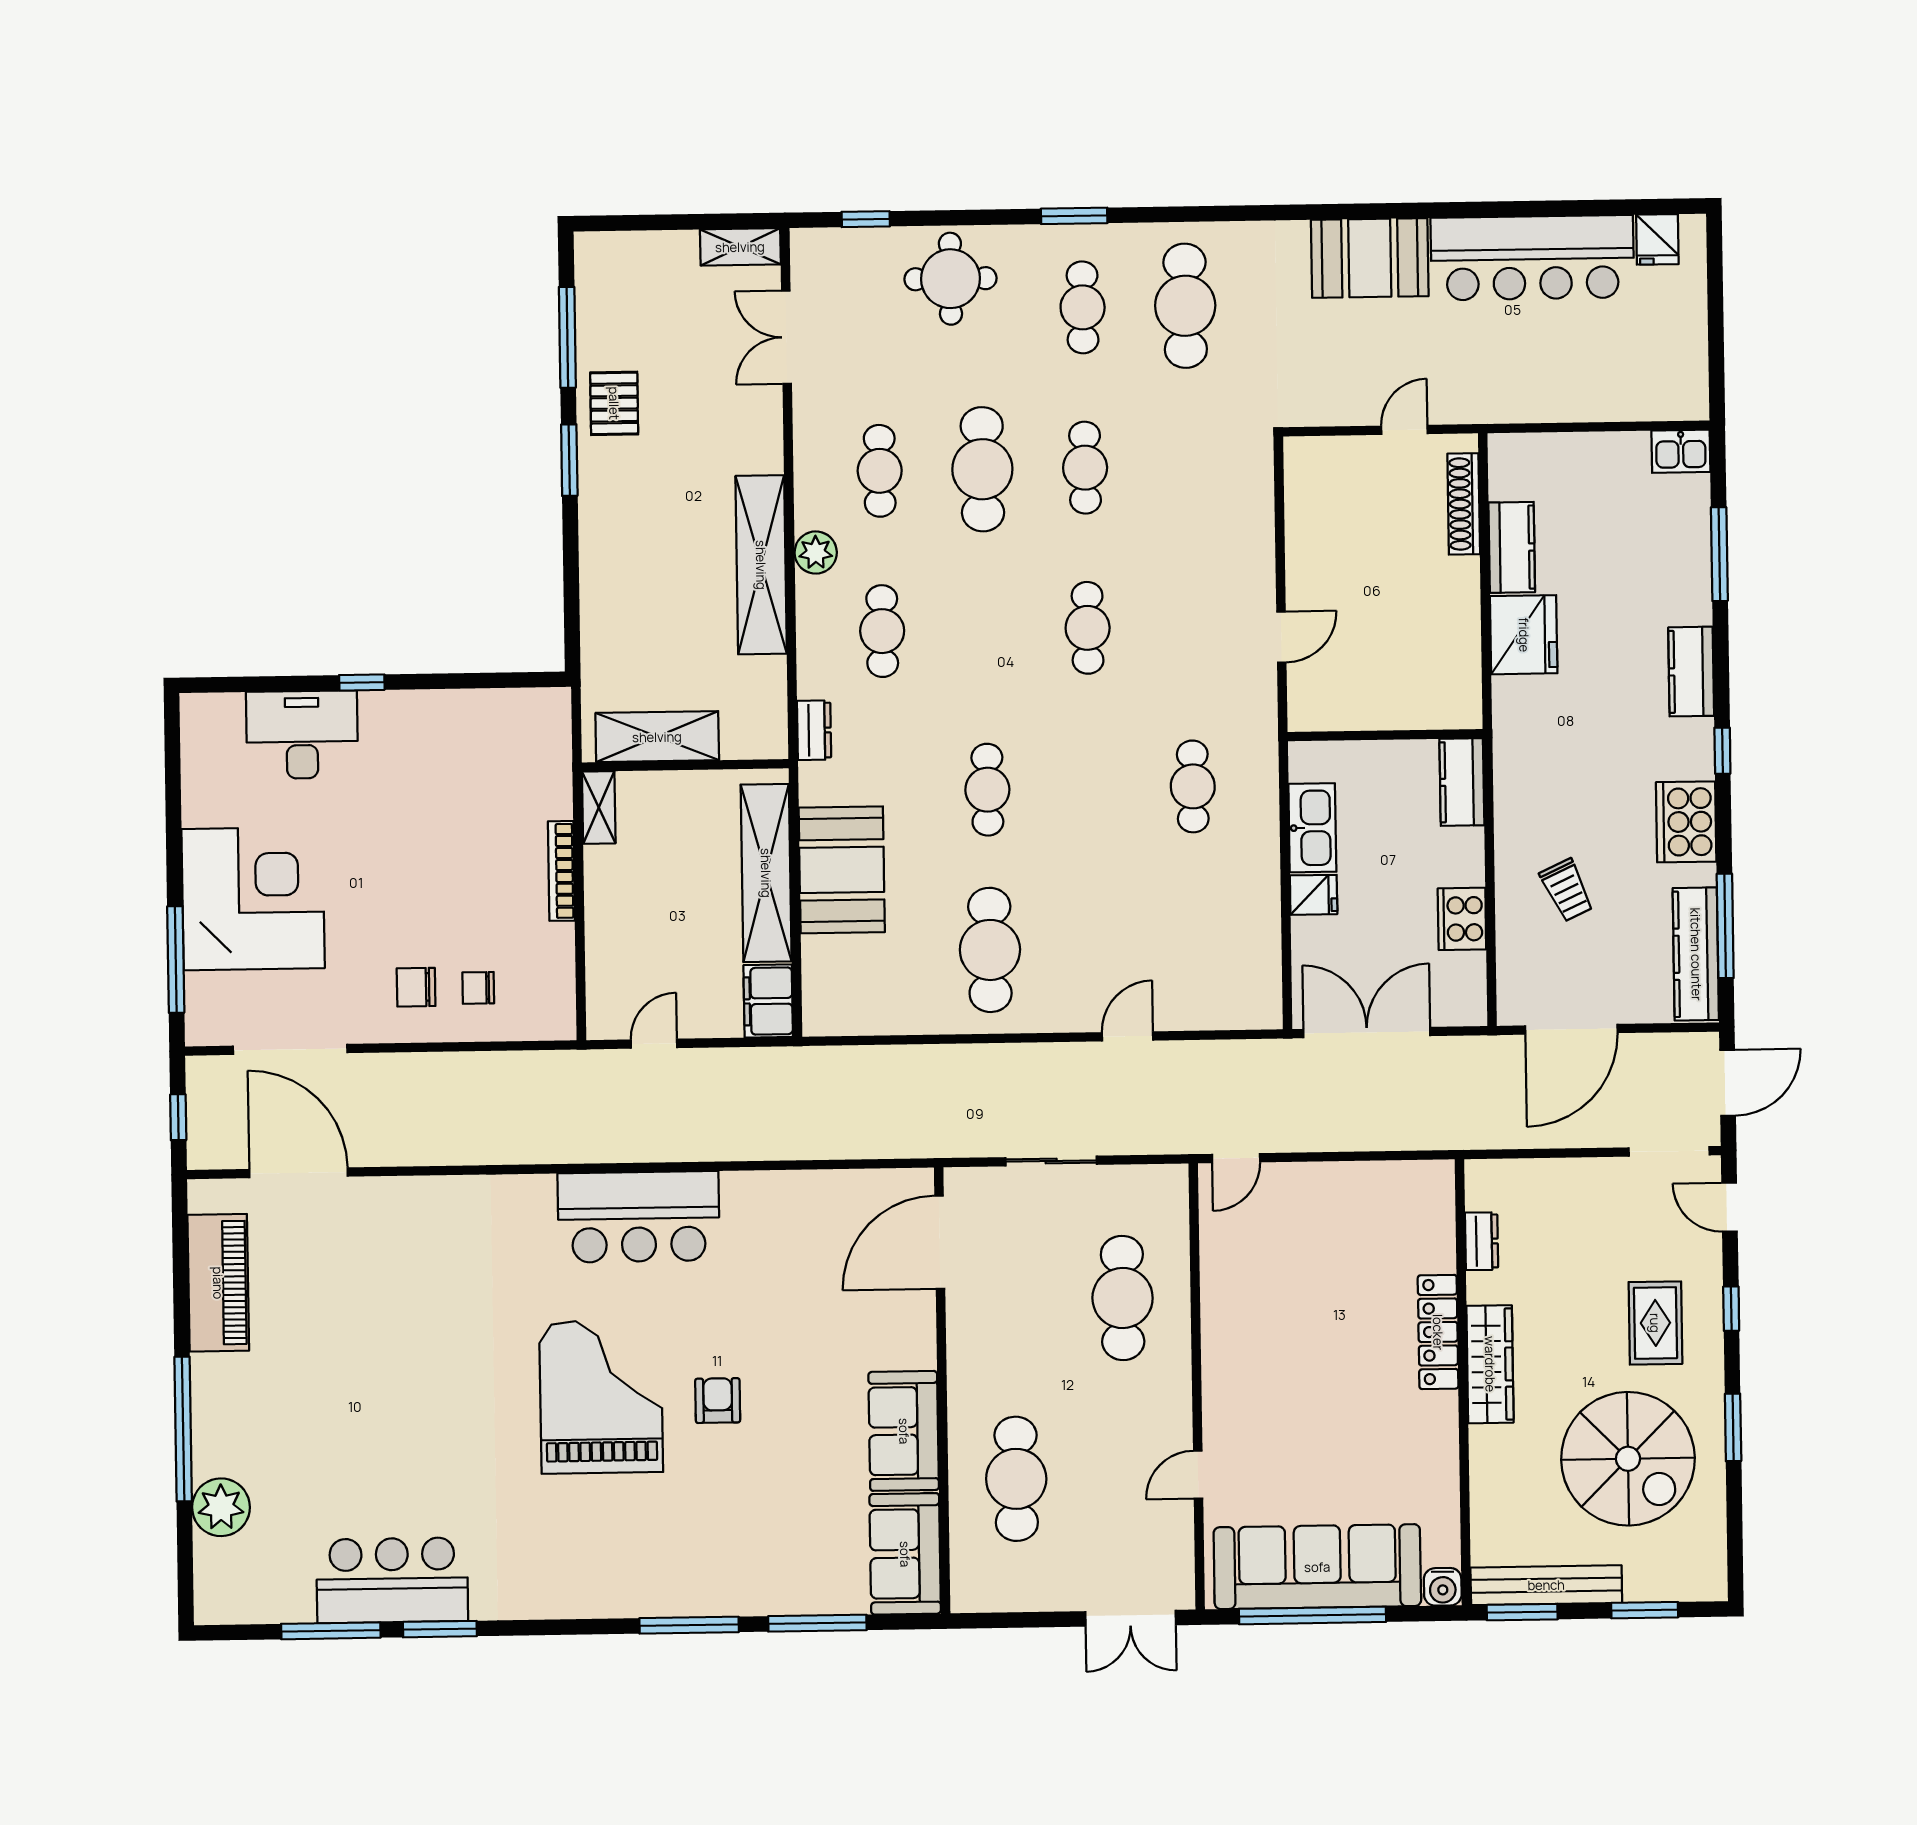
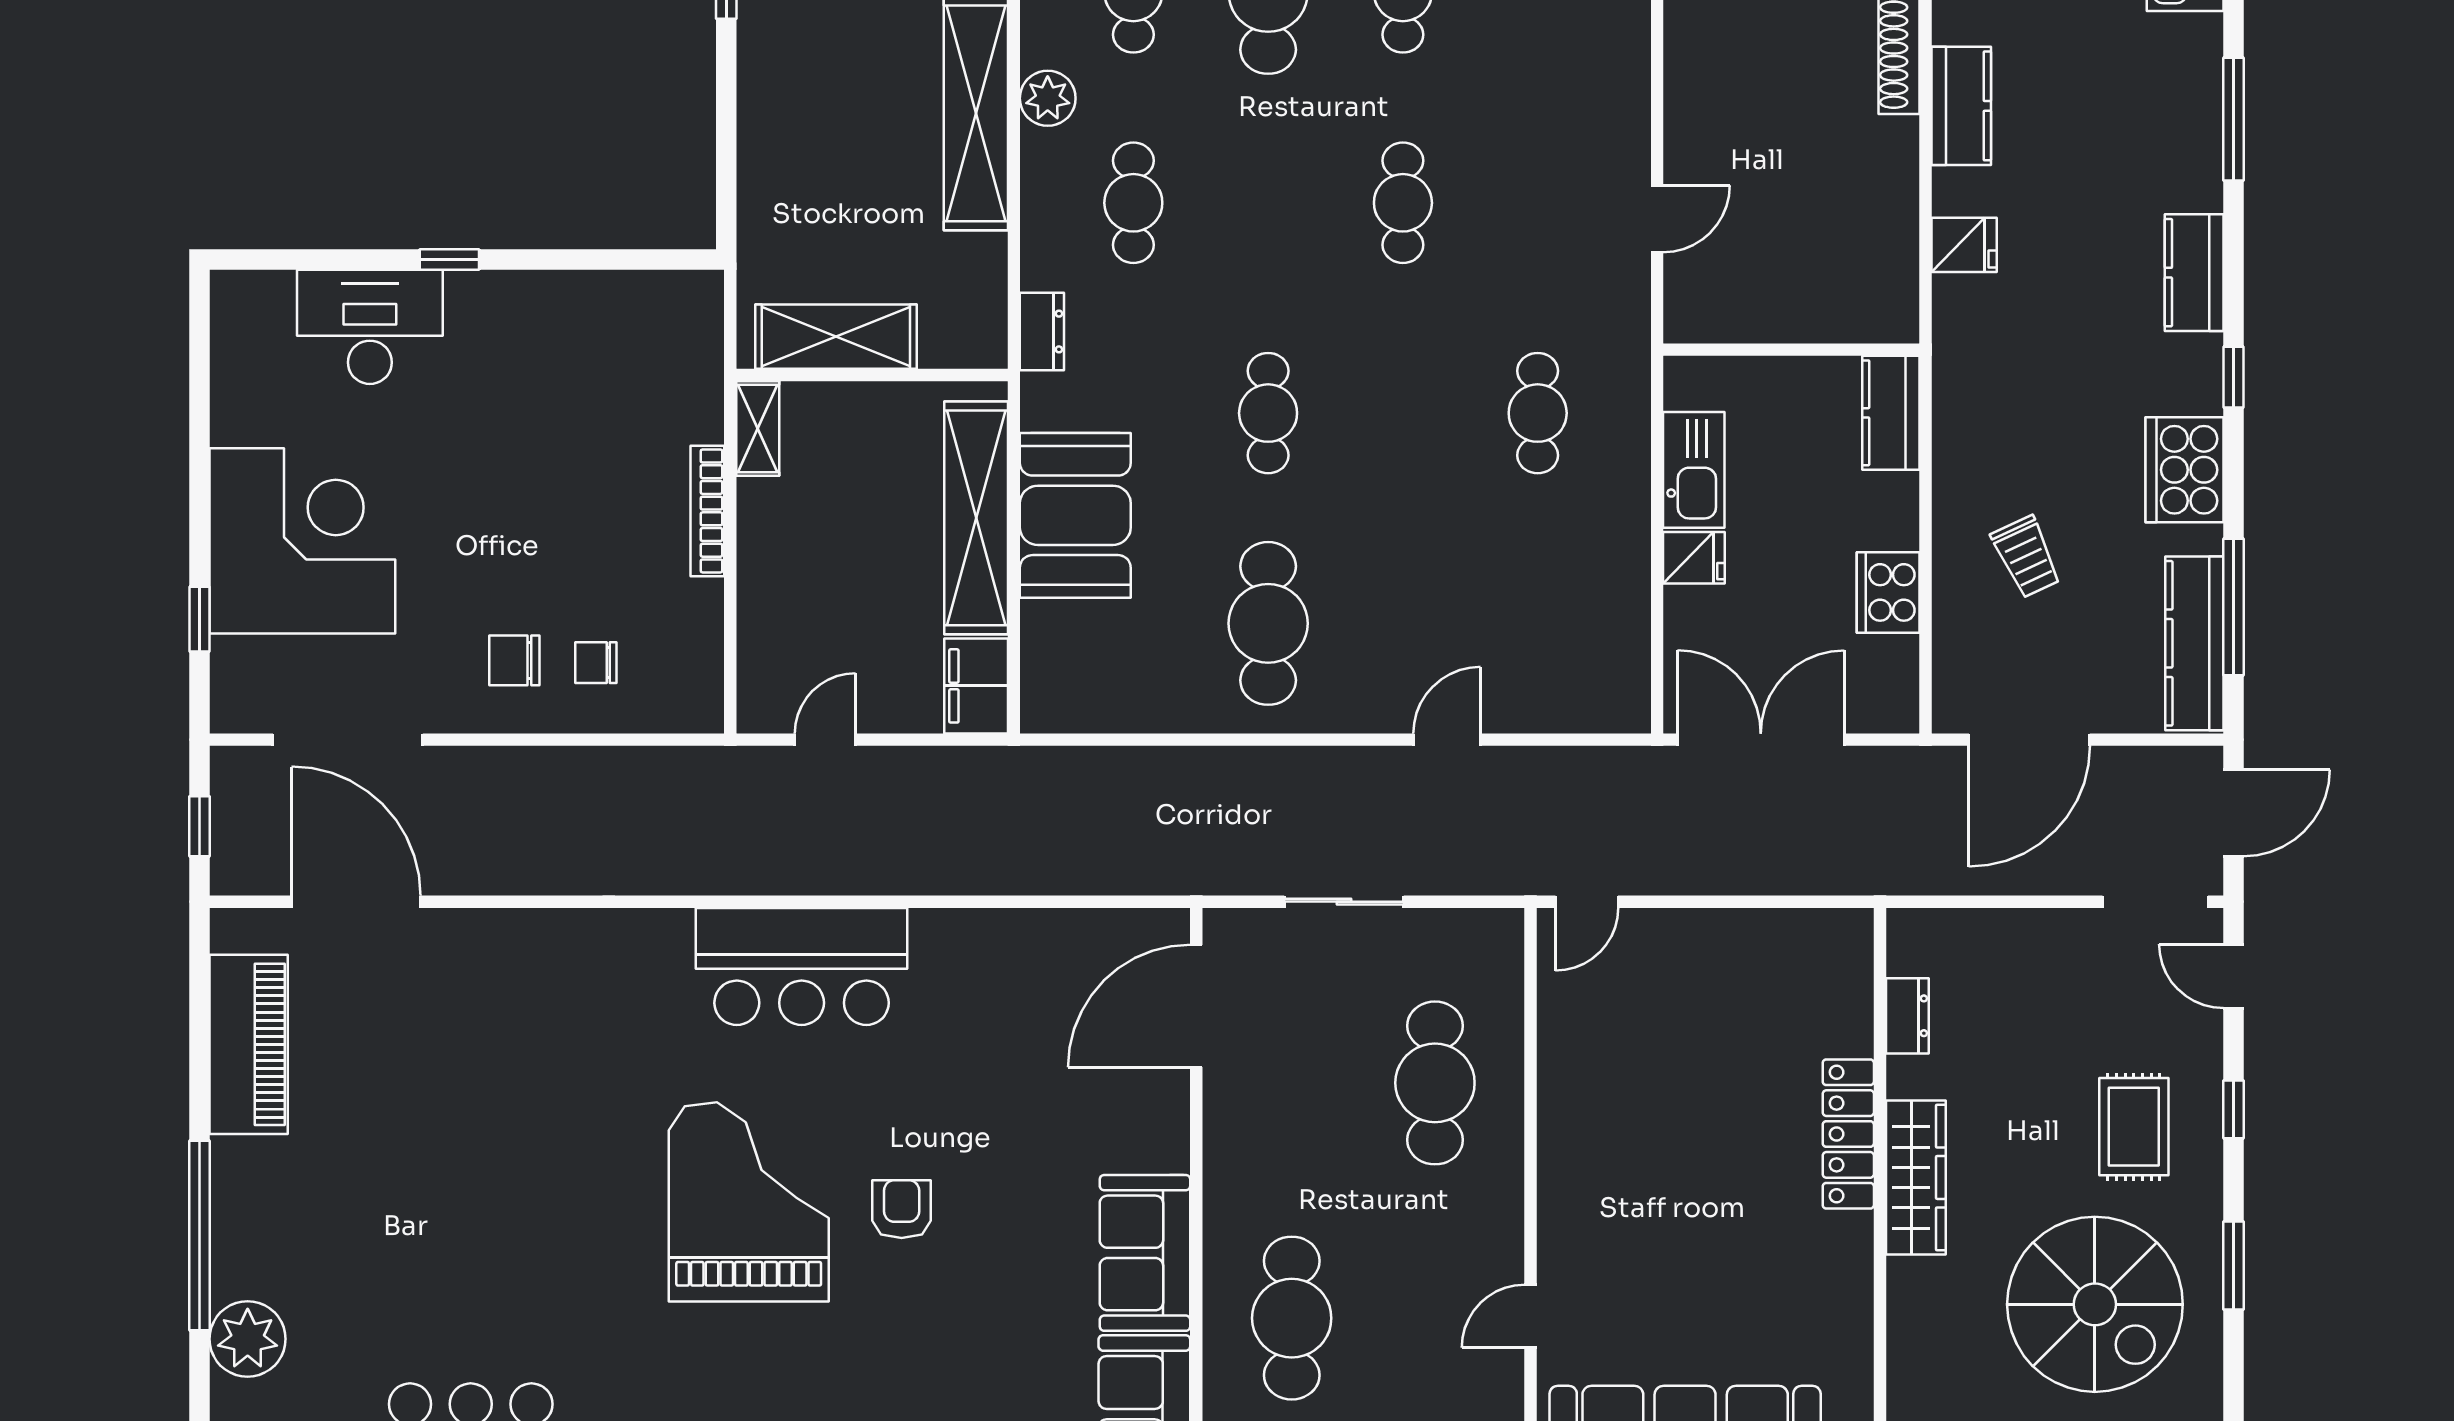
fridge: (1524, 635) -> (1964, 245), width x0.53, depth x0.75
window: (176, 959) -> (200, 619), width x0.46

